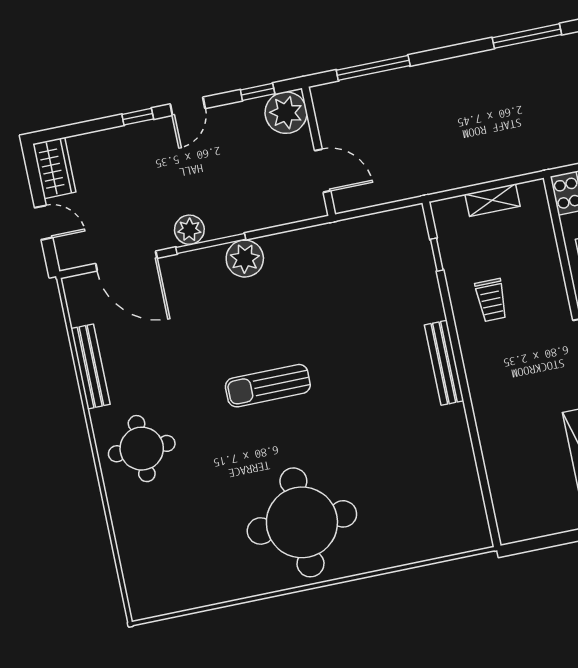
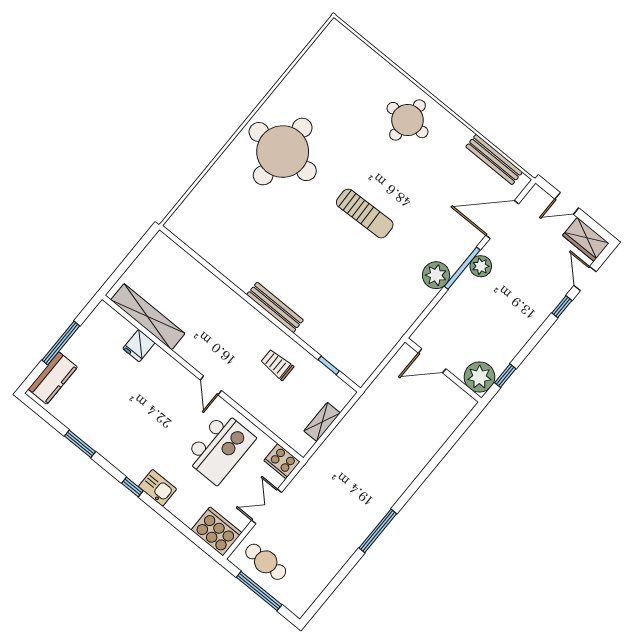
window: (373, 68) -> (451, 442), removed
door: (188, 106) -> (585, 279), moved
bench: (91, 366) -> (494, 160), moved
sun lounger: (268, 386) -> (365, 214), turned 88

